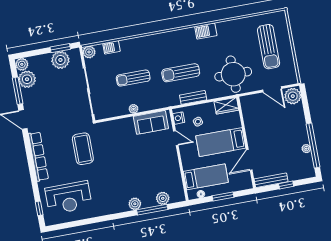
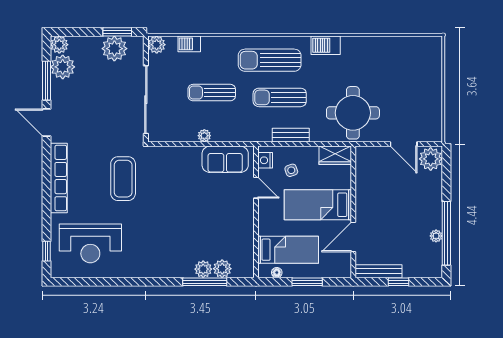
sun lounger: (269, 47) -> (270, 60), moved, turned 90
plant: (135, 204) -> (203, 269), moved

